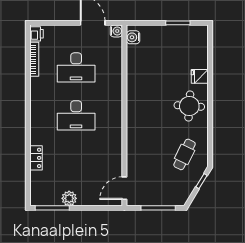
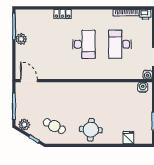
fridge: (200, 76) -> (128, 138), moved
desk: (76, 115) -> (84, 44), turned 180
locker: (36, 158) -> (63, 14), moved
plant: (183, 194) -> (24, 125), added

